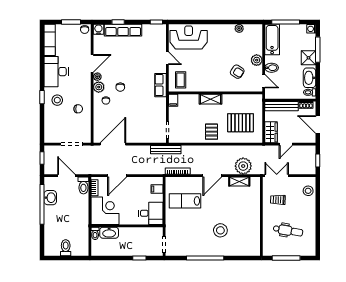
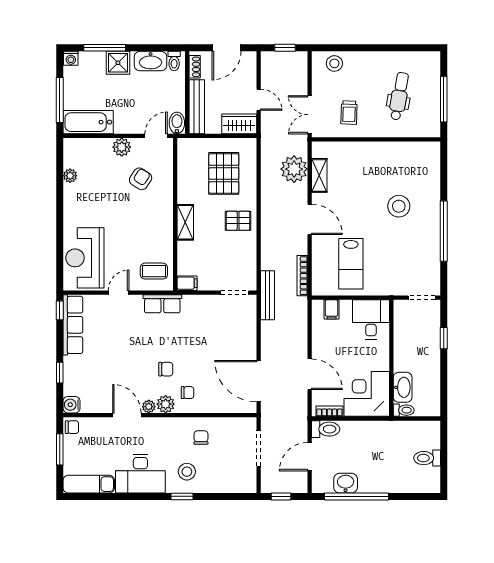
row of seats: (123, 30) -> (73, 325), moved
bidet: (272, 68) -> (177, 123), moved

